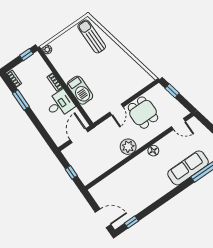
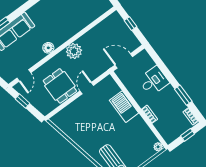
window: (26, 55) -> (187, 135), moved
window: (172, 91) -> (23, 101), moved
desk: (60, 104) -> (154, 81), moved, turned 180
door: (178, 124) -> (24, 75), swing flipped
door: (79, 136) -> (124, 61), swing flipped

